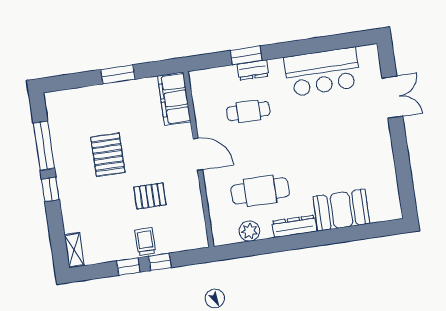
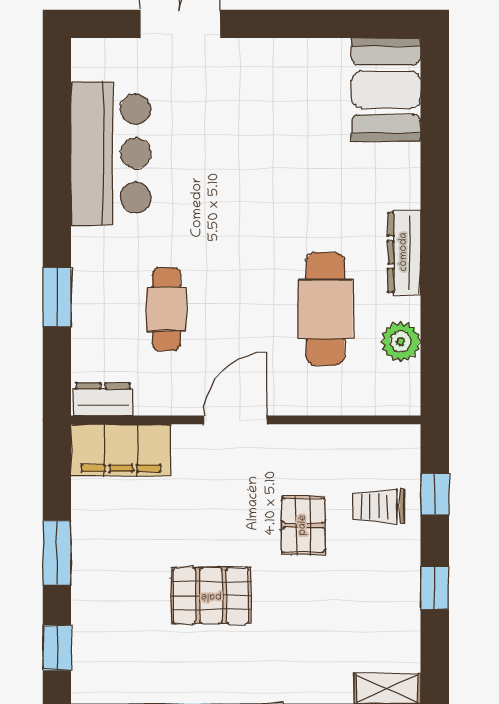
dresser: (253, 70) -> (103, 399), moved, turned -90
window: (70, 81) -> (57, 648), added
booth: (341, 210) -> (386, 90), moved
trolley: (145, 242) -> (378, 506), moved
window: (160, 262) -> (435, 494), moved

